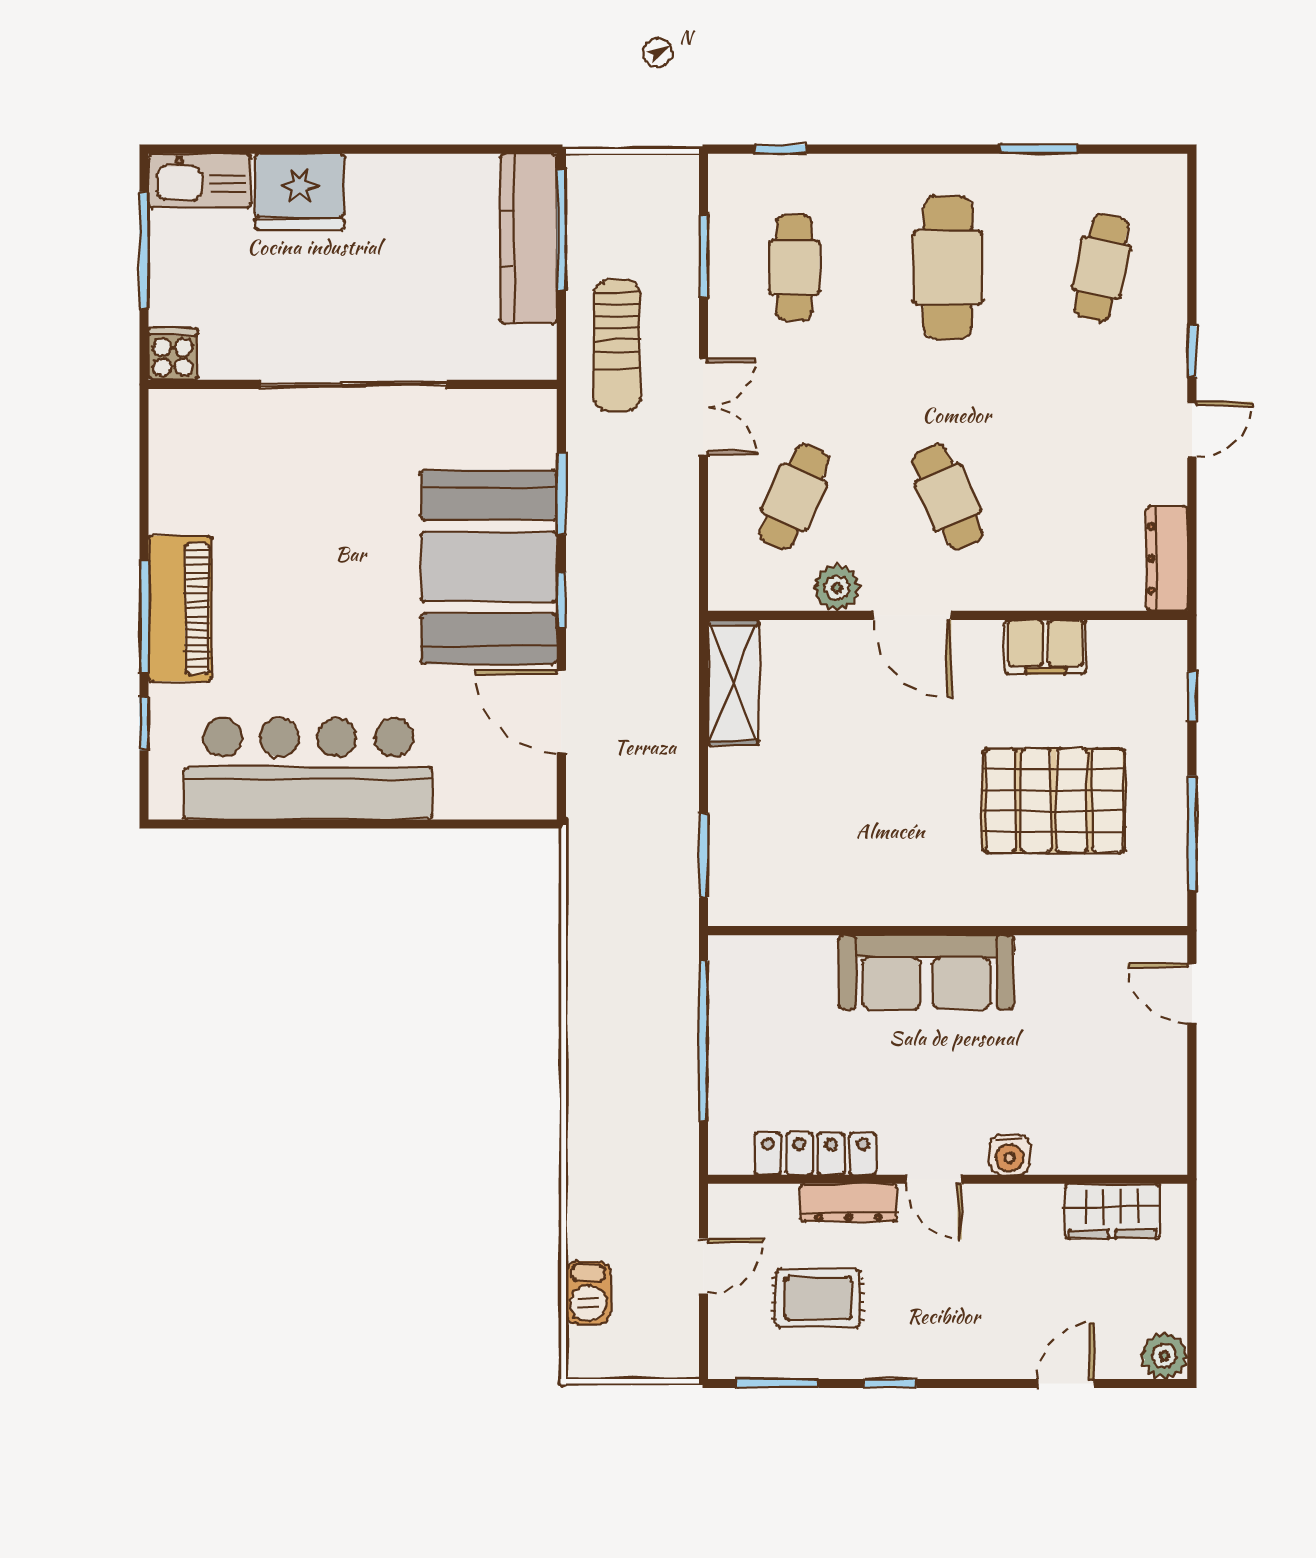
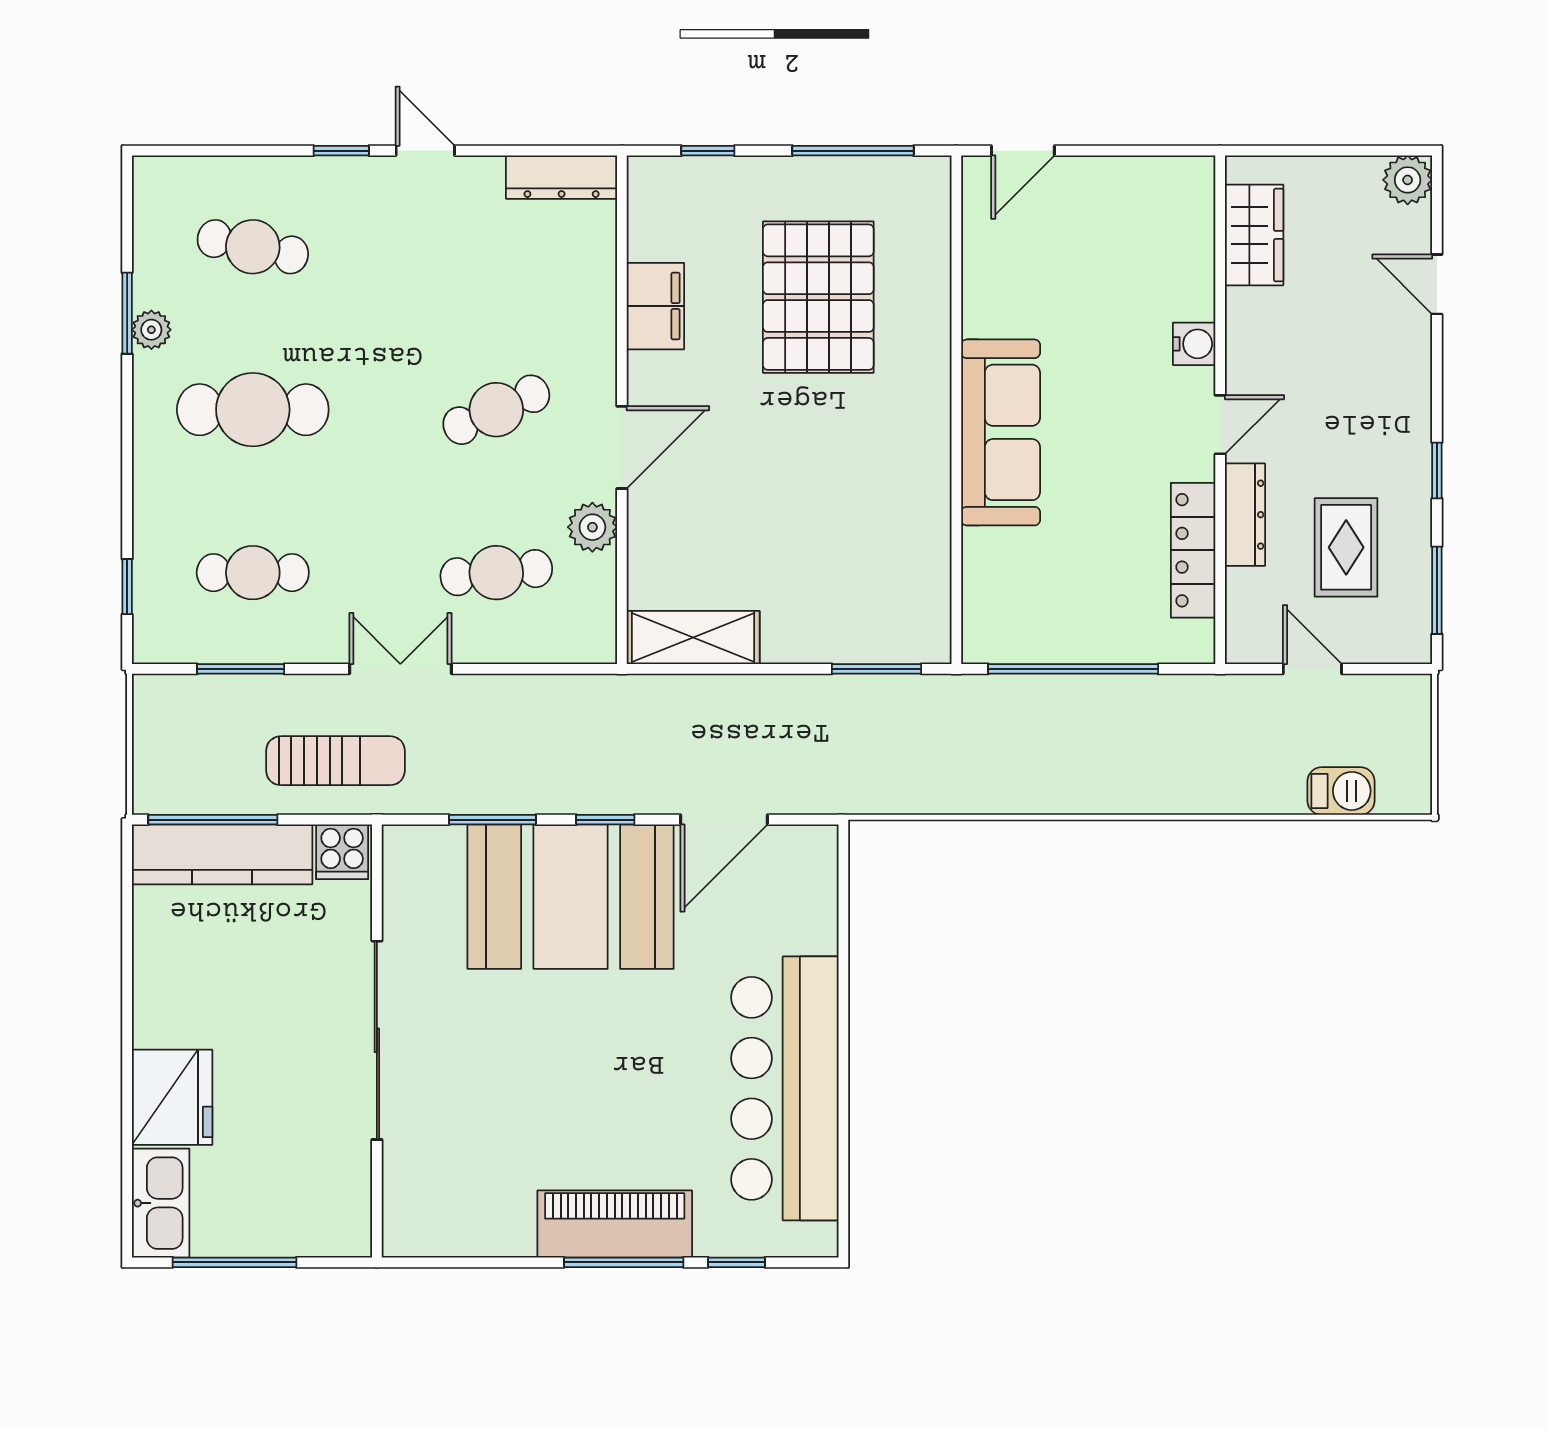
plant: (1023, 172) -> (151, 330), added
cooker: (173, 354) -> (342, 852), moved, turned -90
cafe table: (794, 497) -> (496, 573), turned -30

